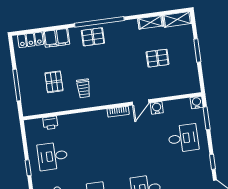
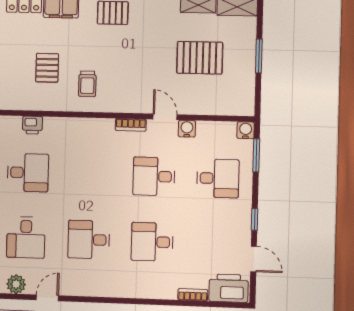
pallet: (157, 58) -> (200, 58), width x1.50, depth x1.42
door: (140, 102) -> (165, 117), swing flipped
desk: (140, 144) -> (154, 176), added
desk: (53, 156) -> (28, 173), turned 180

